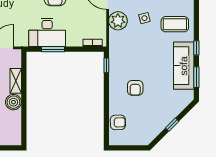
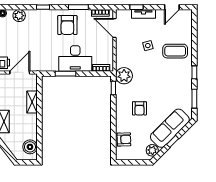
plant: (118, 21) -> (124, 76), moved
desk: (47, 32) -> (75, 58), moved
sofa: (184, 66) -> (170, 128), moved, turned 45
boiler: (13, 102) -> (30, 147), moved
plant: (149, 135) -> (152, 150), added

